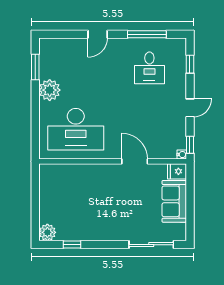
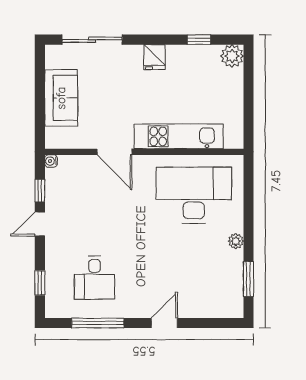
desk: (149, 68) -> (95, 278), turned 180
plant: (50, 90) -> (236, 241), width x0.53, depth x0.53
window: (190, 145) -> (40, 191), moved
fridge: (177, 171) -> (155, 57), moved, turned 90
kitchen unit: (87, 173) -> (179, 136), added

